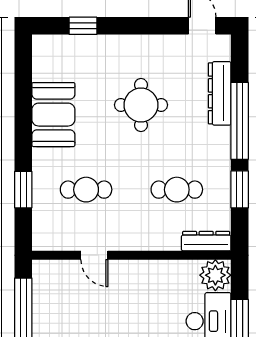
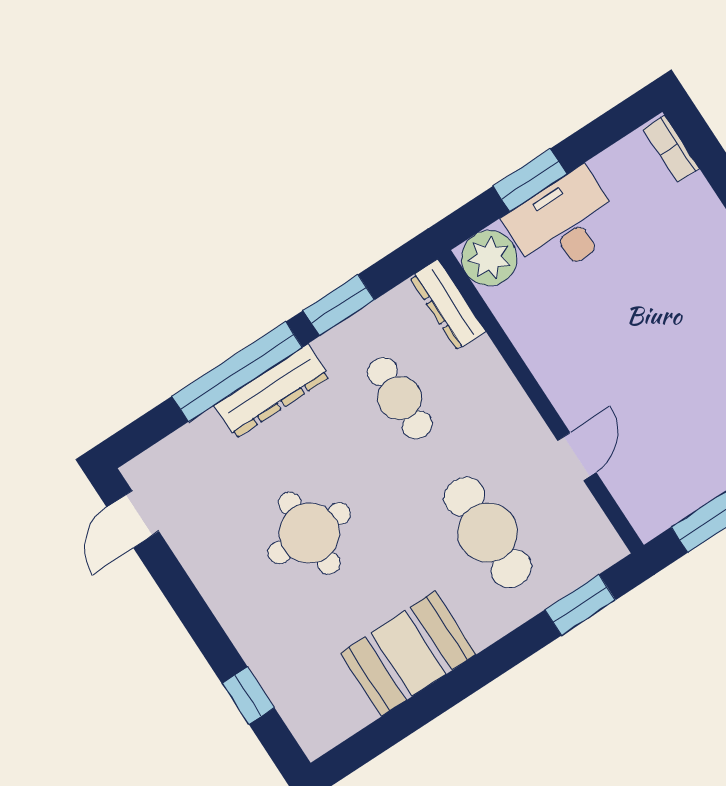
dresser: (220, 93) -> (272, 391), moved
window: (23, 190) -> (580, 605), moved
cafe table: (86, 190) -> (488, 532), width x1.37, depth x1.35

